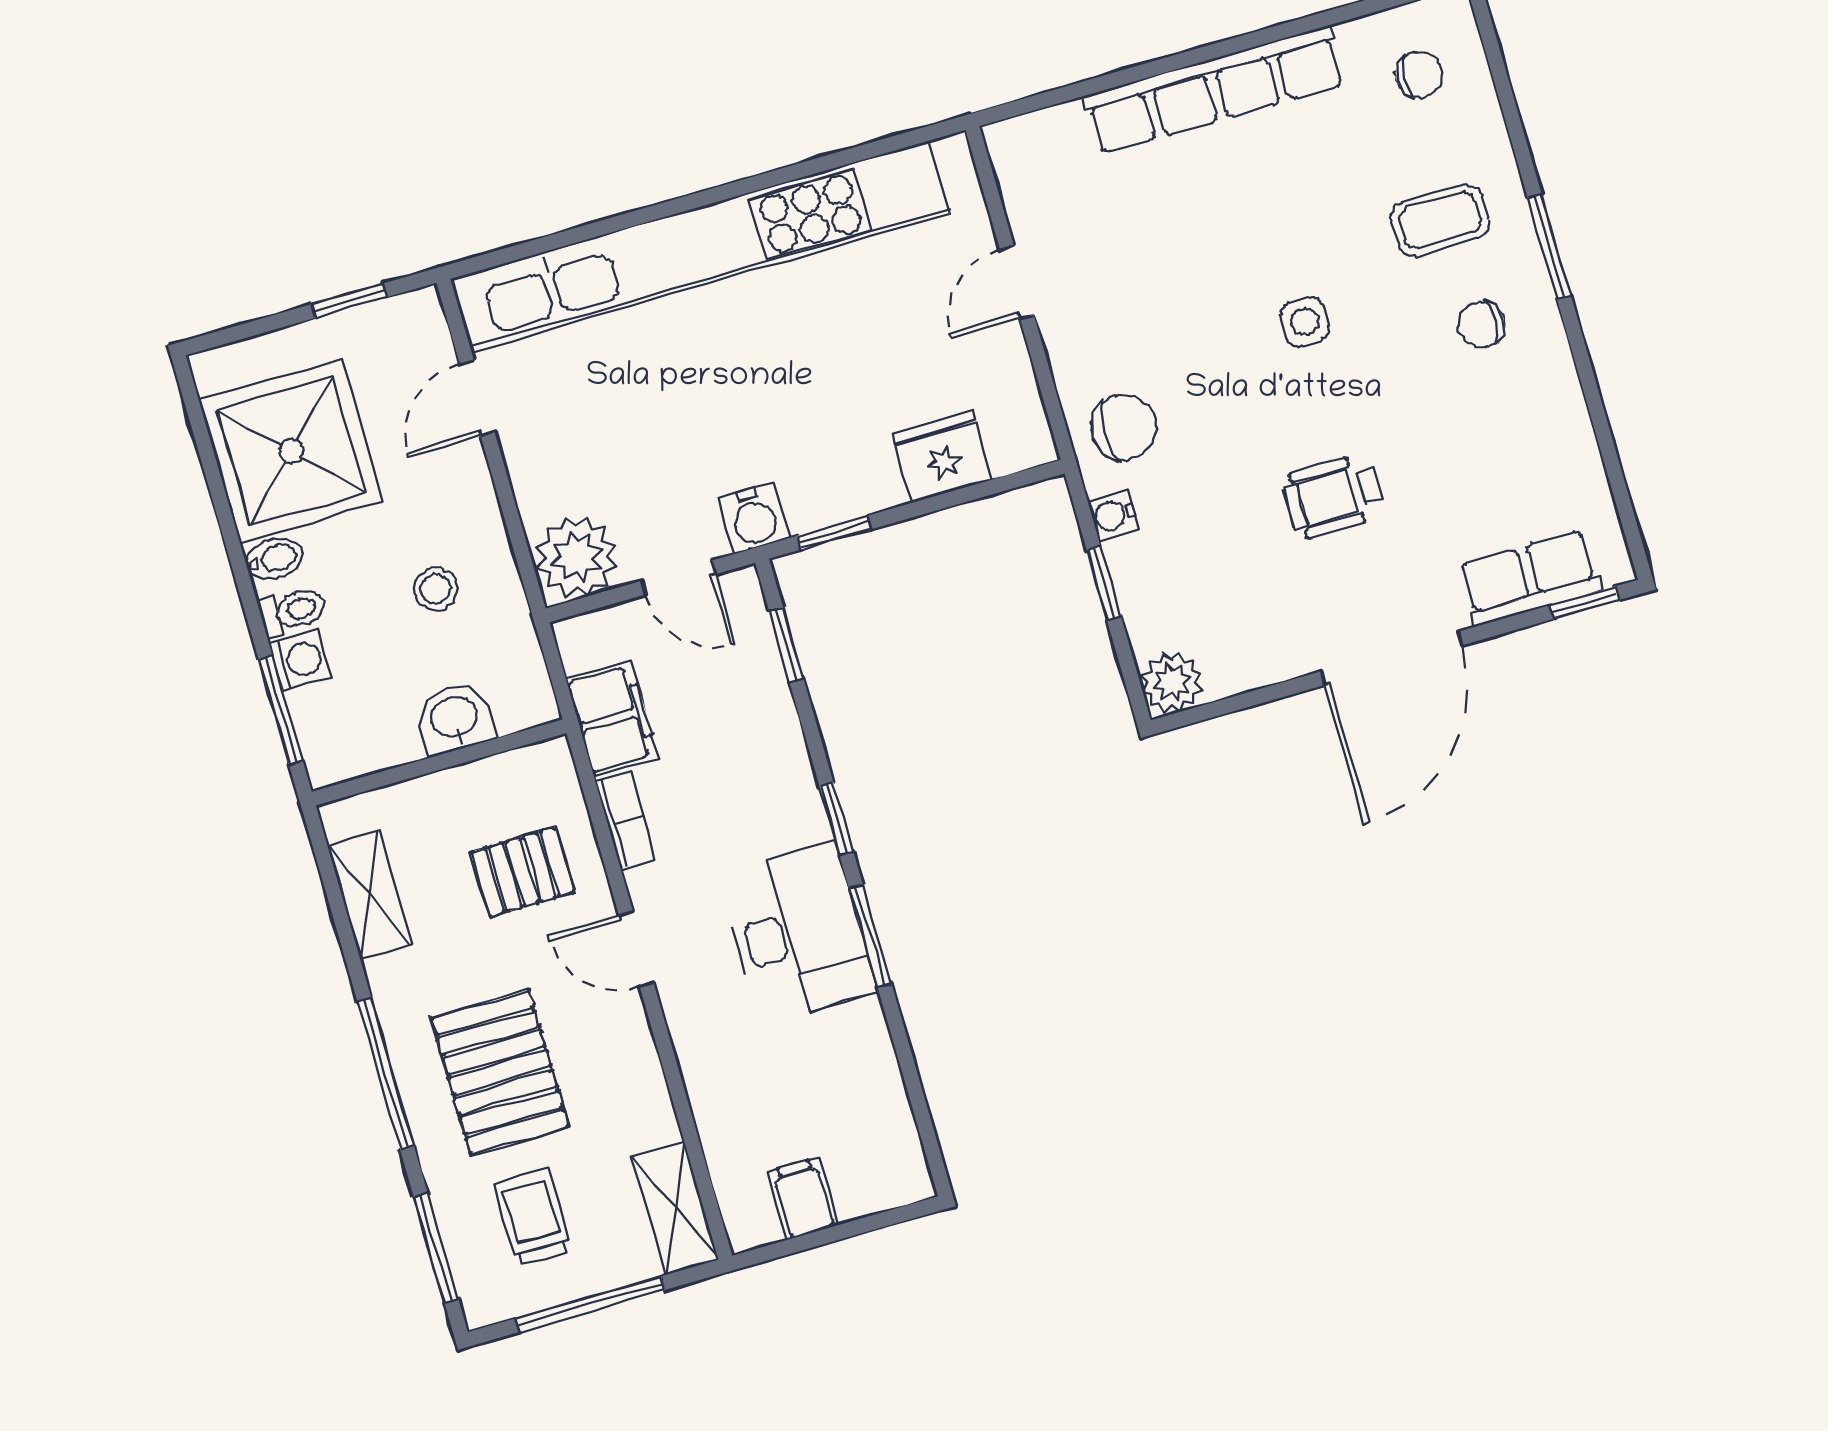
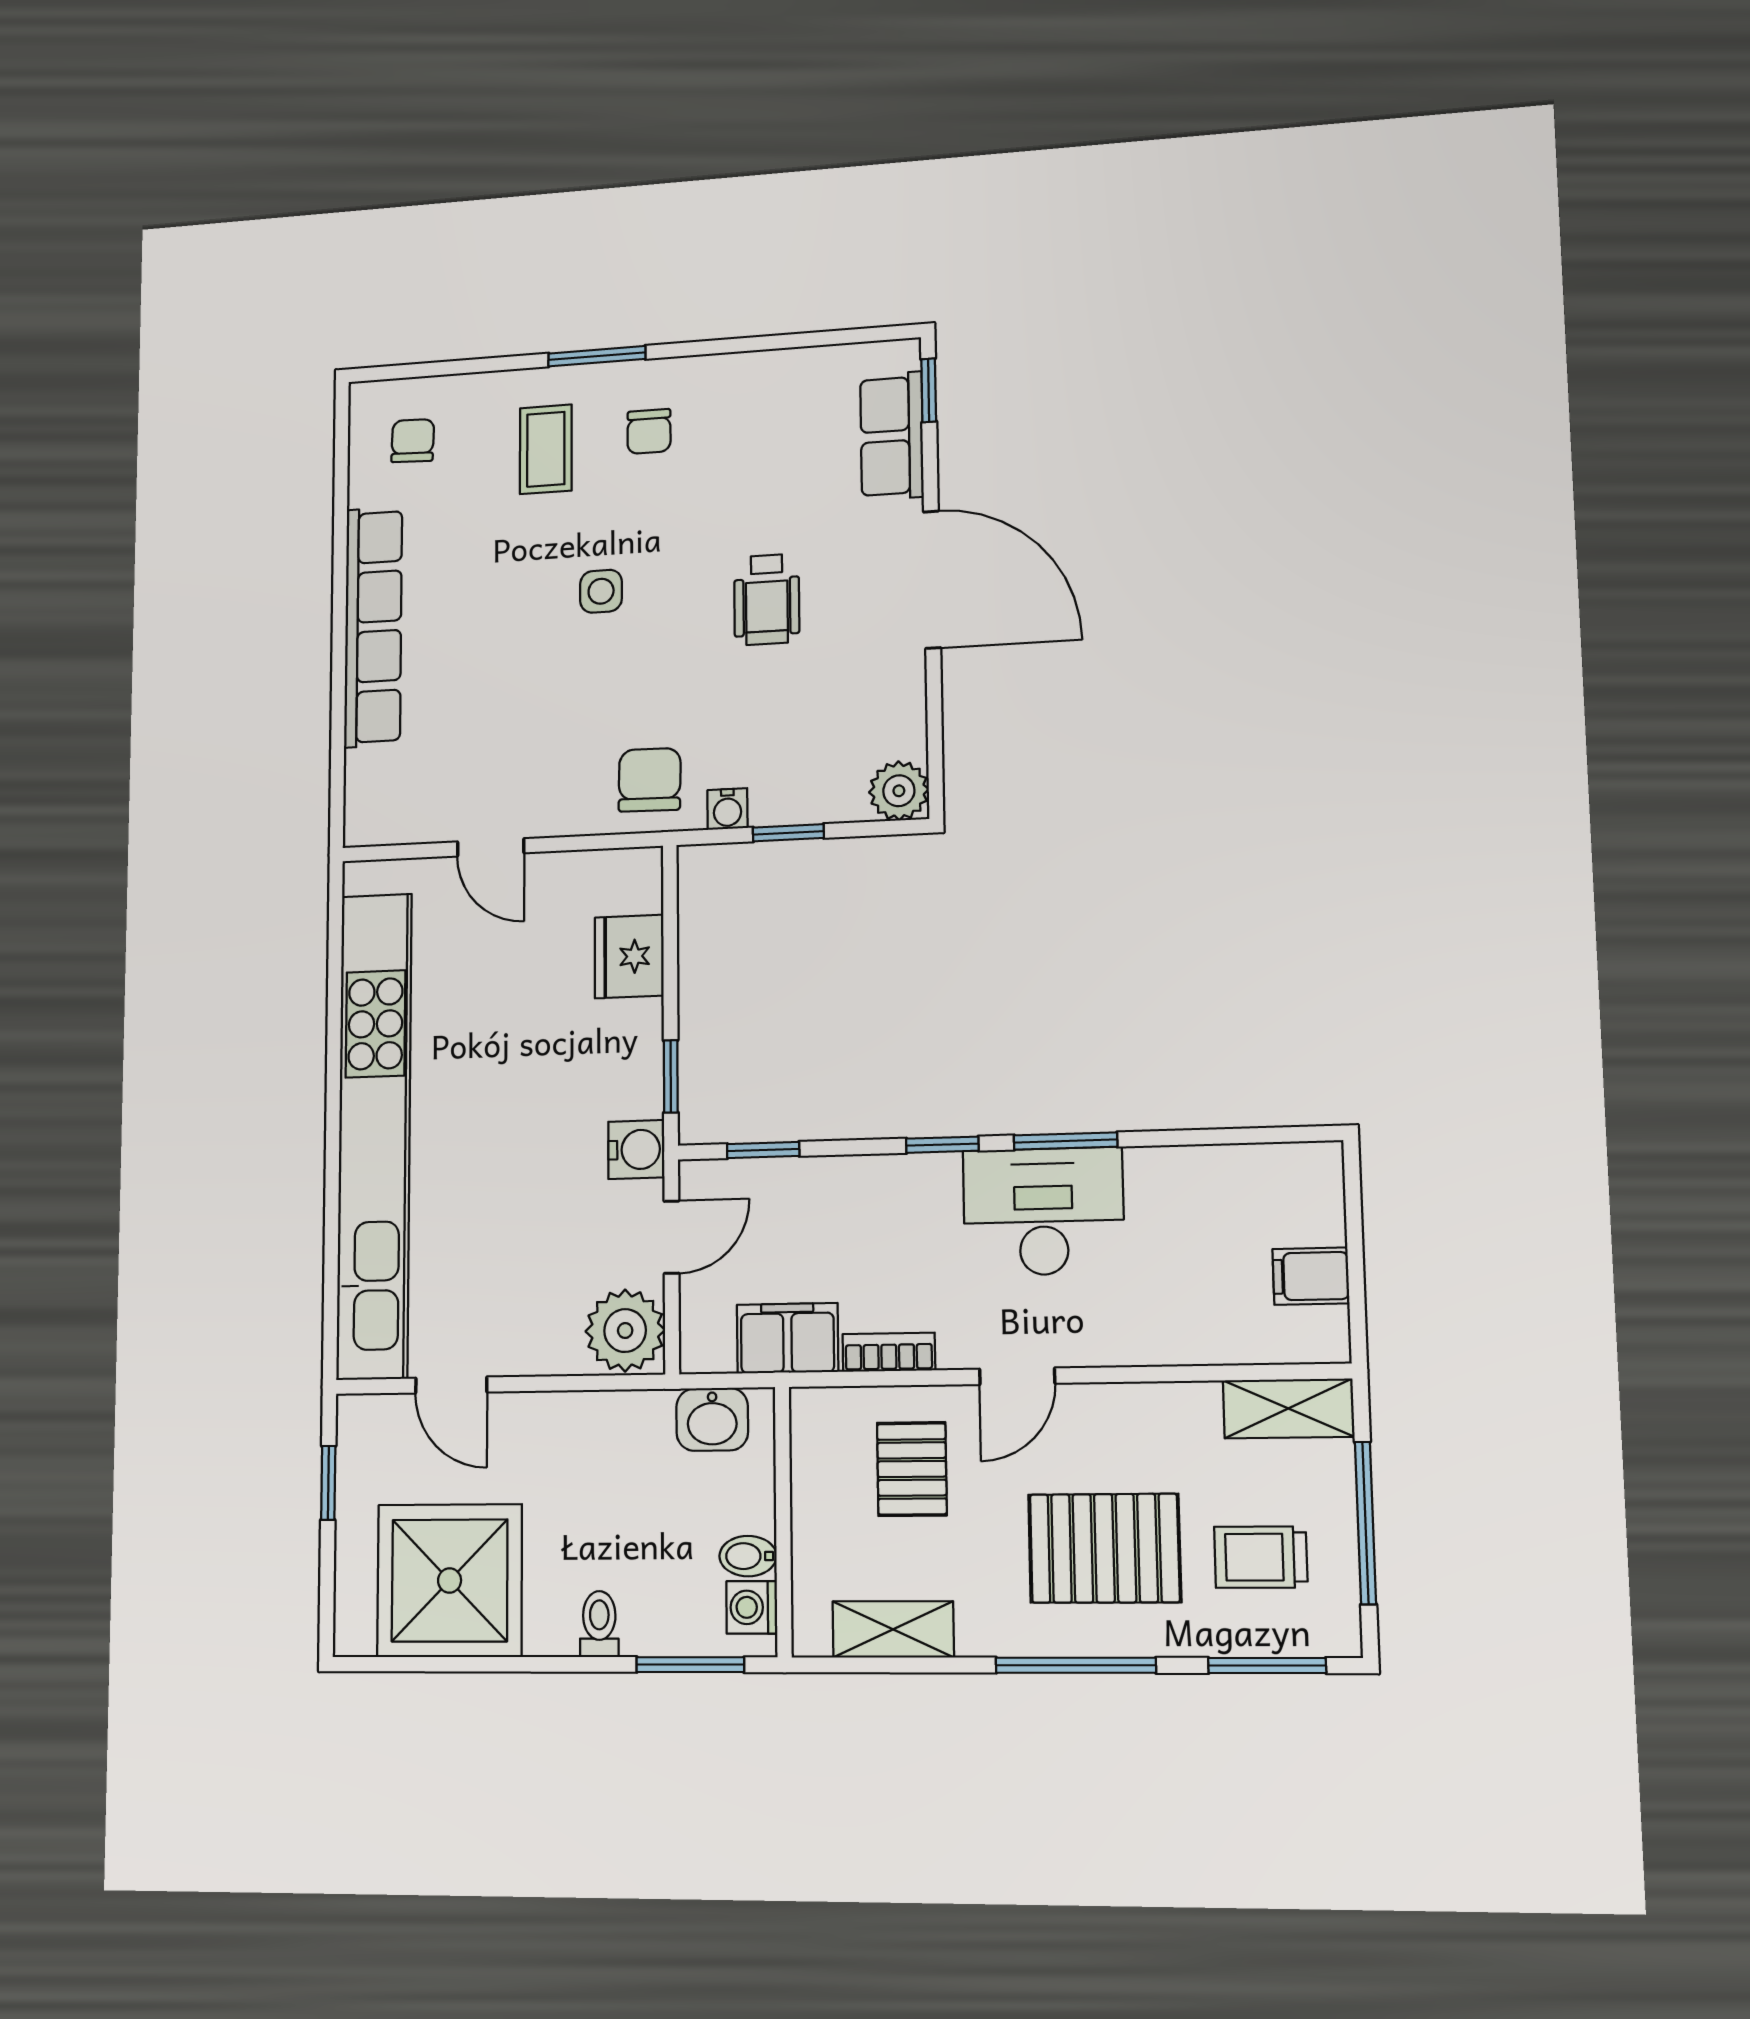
bidet: (274, 559) -> (748, 1556), moved, turned -90
stool: (435, 589) -> (617, 1477), removed
washing machine: (300, 660) -> (752, 1607), moved, turned -90
washbasin: (455, 719) -> (712, 1419), moved, turned -90

